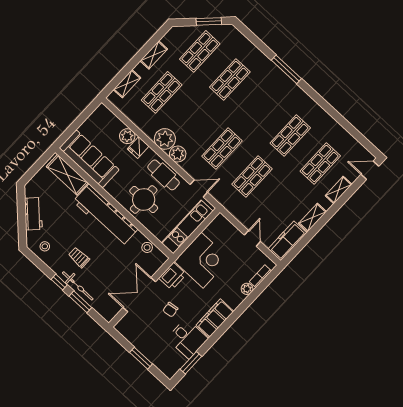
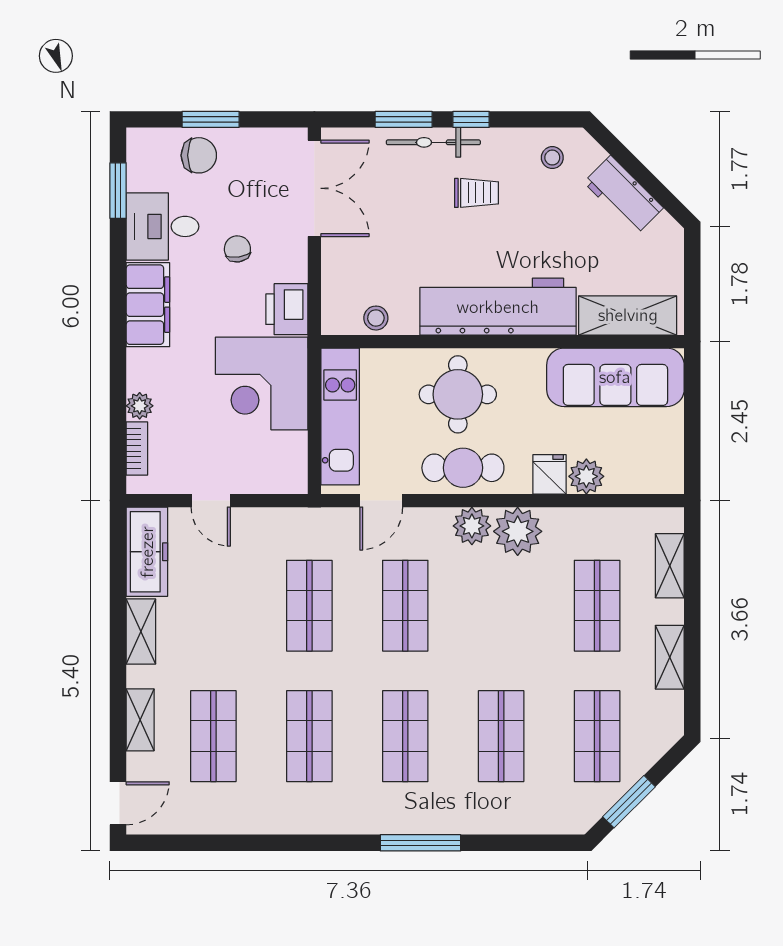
shop shelf: (260, 107) -> (405, 736), added
double door: (139, 295) -> (314, 188), moved
chair: (155, 350) -> (199, 155), added

